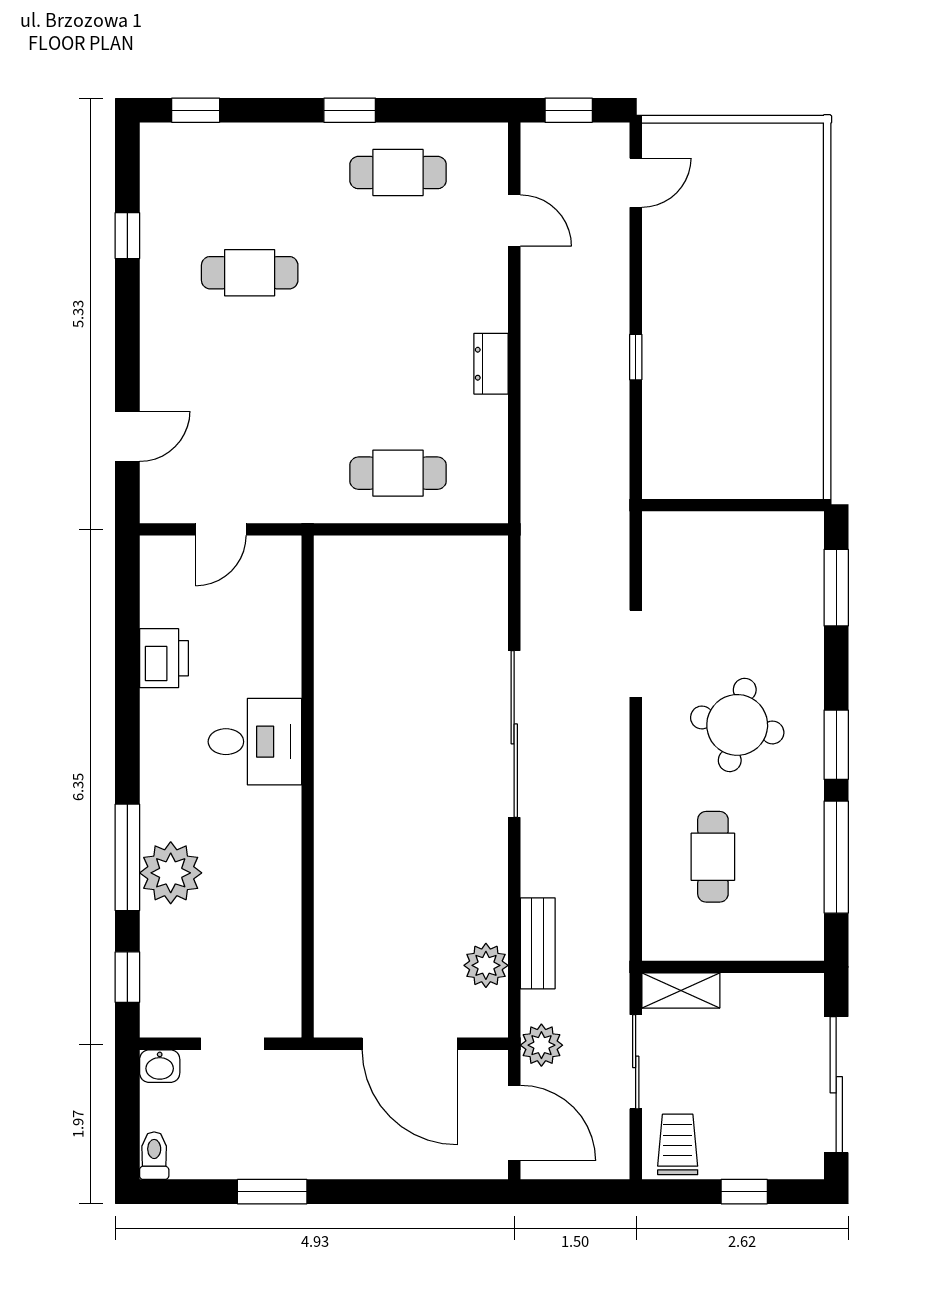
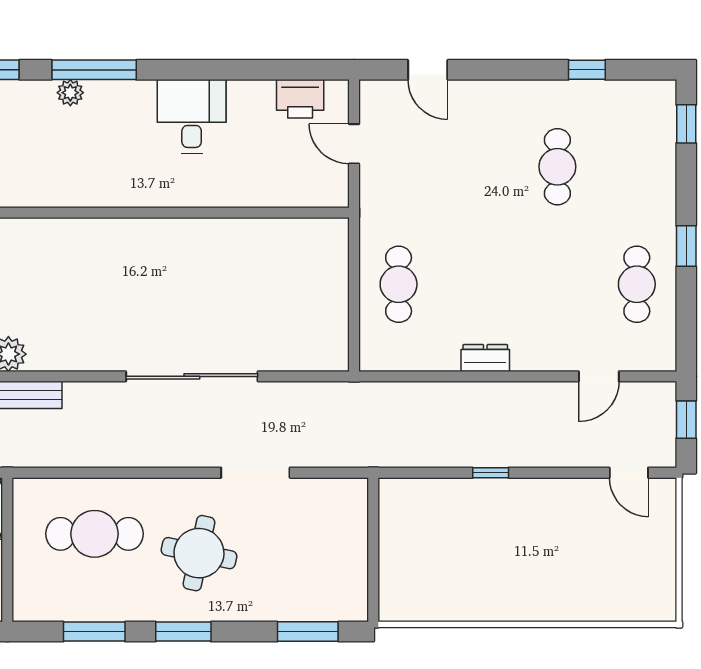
printer: (164, 658) -> (300, 99), moved
desk: (255, 742) -> (192, 116), moved, turned 180
cafe table: (713, 857) -> (95, 534), width x1.37, depth x1.35
window: (836, 857) -> (94, 632), width x0.69
plant: (171, 873) -> (70, 93), width x0.53, depth x0.53

